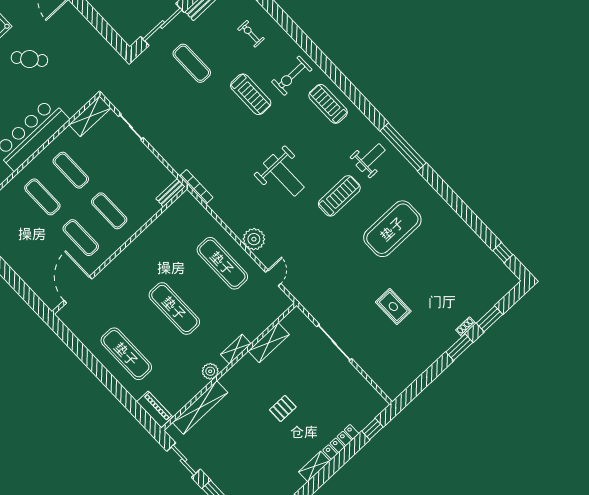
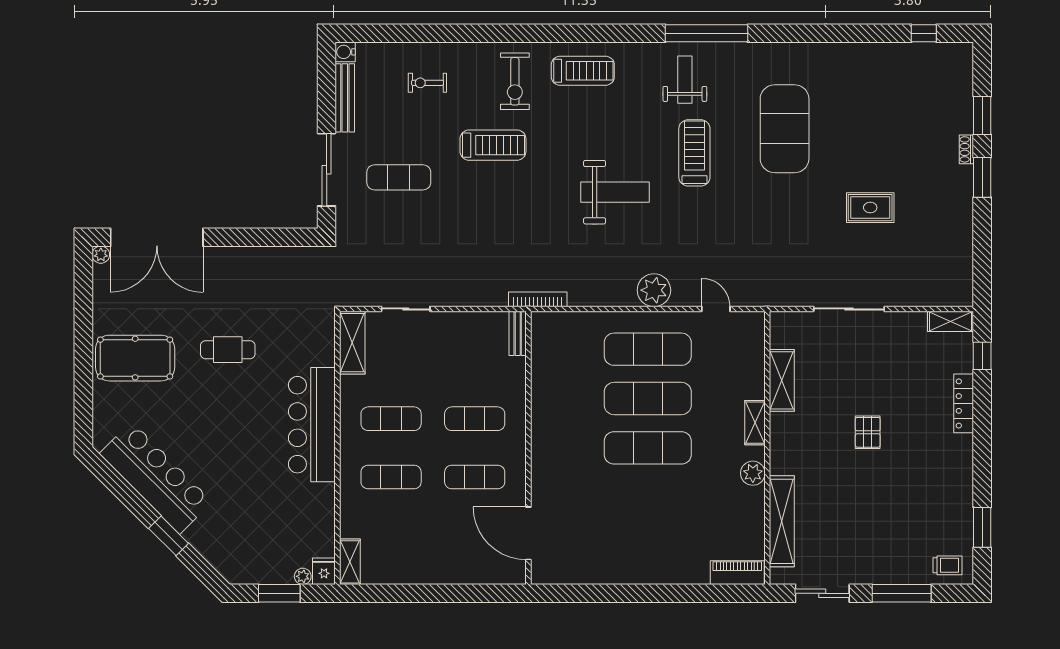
cafe table: (29, 59) -> (228, 350), turned 40
treadmill: (328, 104) -> (583, 71), turned 180
exercise mat: (126, 354) -> (648, 399), moved
shelving: (314, 466) -> (951, 321), moved, turned 90

